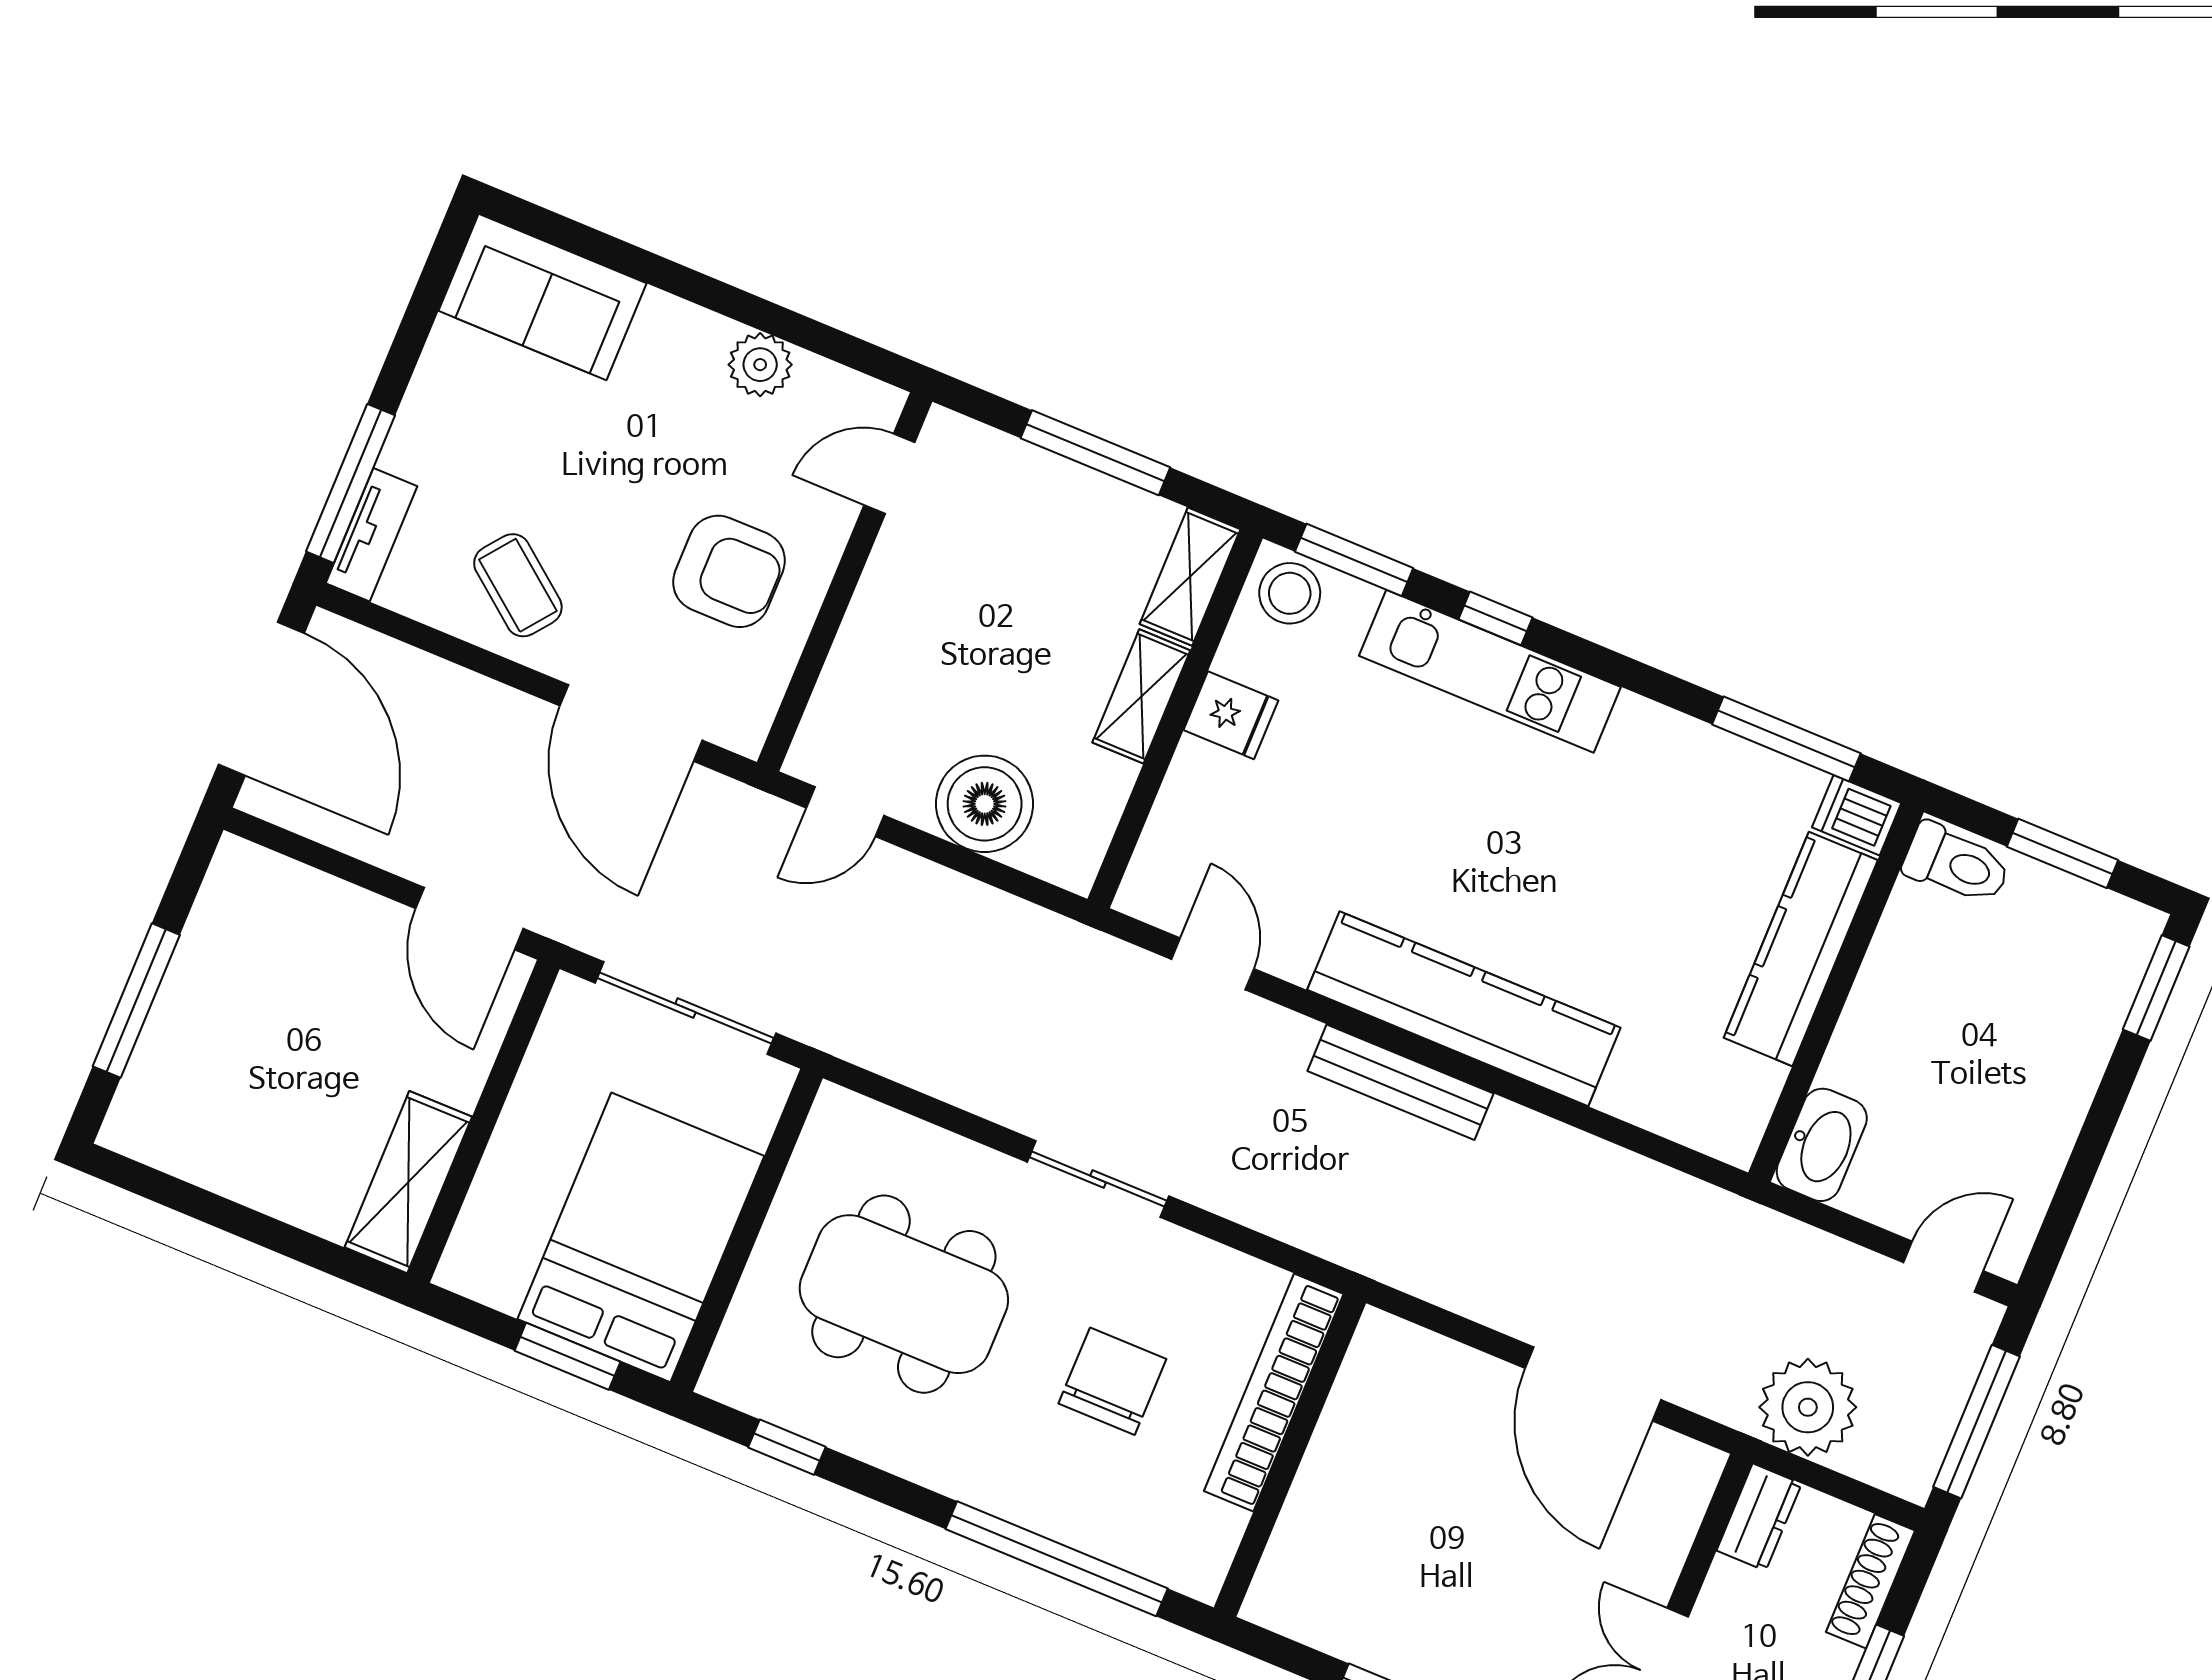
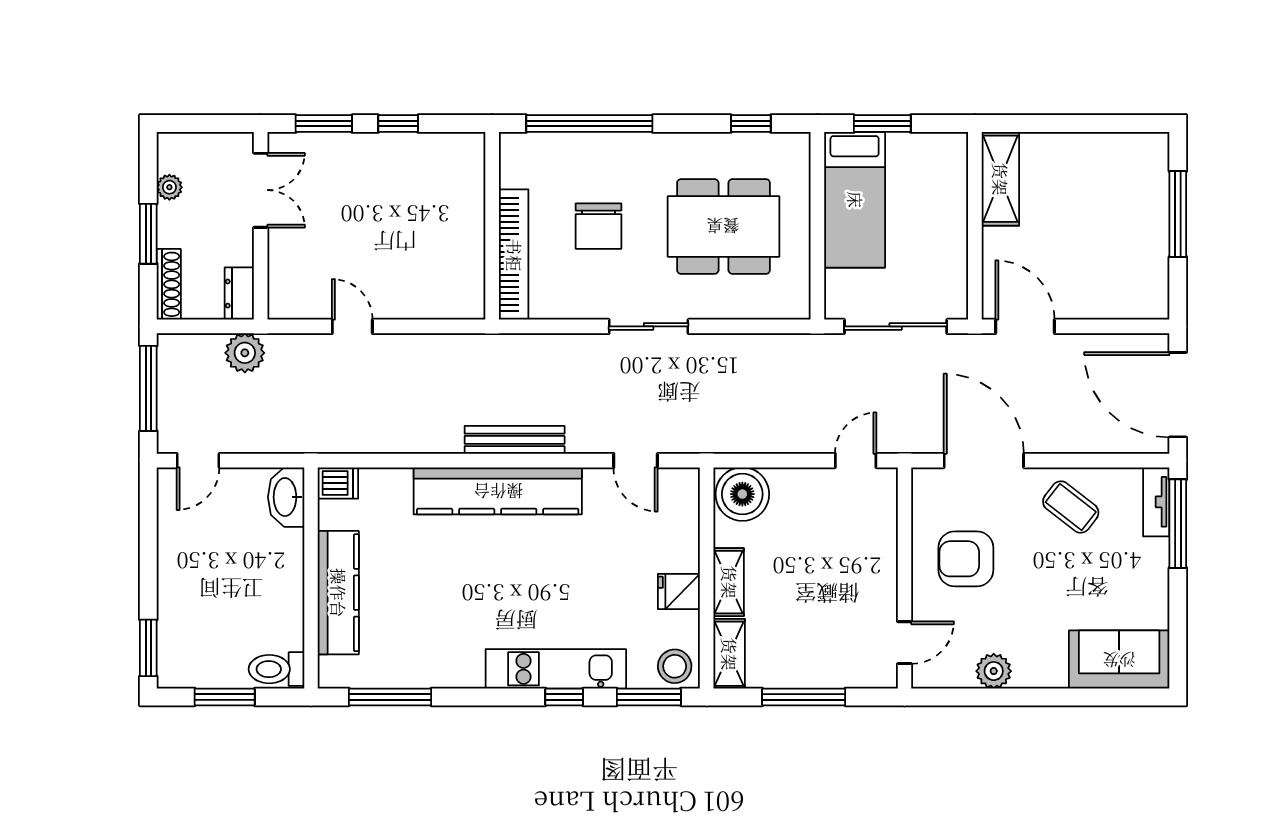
boiler: (985, 804) -> (742, 494), moved
dishwasher: (1857, 815) -> (338, 483), moved
bed: (641, 1237) -> (855, 200), width x0.67
door: (1593, 1384) -> (352, 326), width x0.53
plant: (1808, 1407) -> (245, 353), width x0.73, depth x0.73

